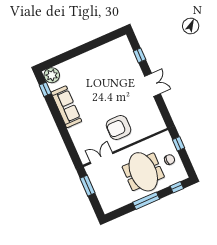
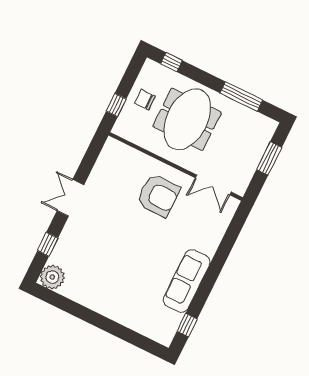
plant: (52, 75) -> (52, 277), moved
window: (87, 186) -> (269, 158), moved
window: (146, 201) -> (241, 97), moved

